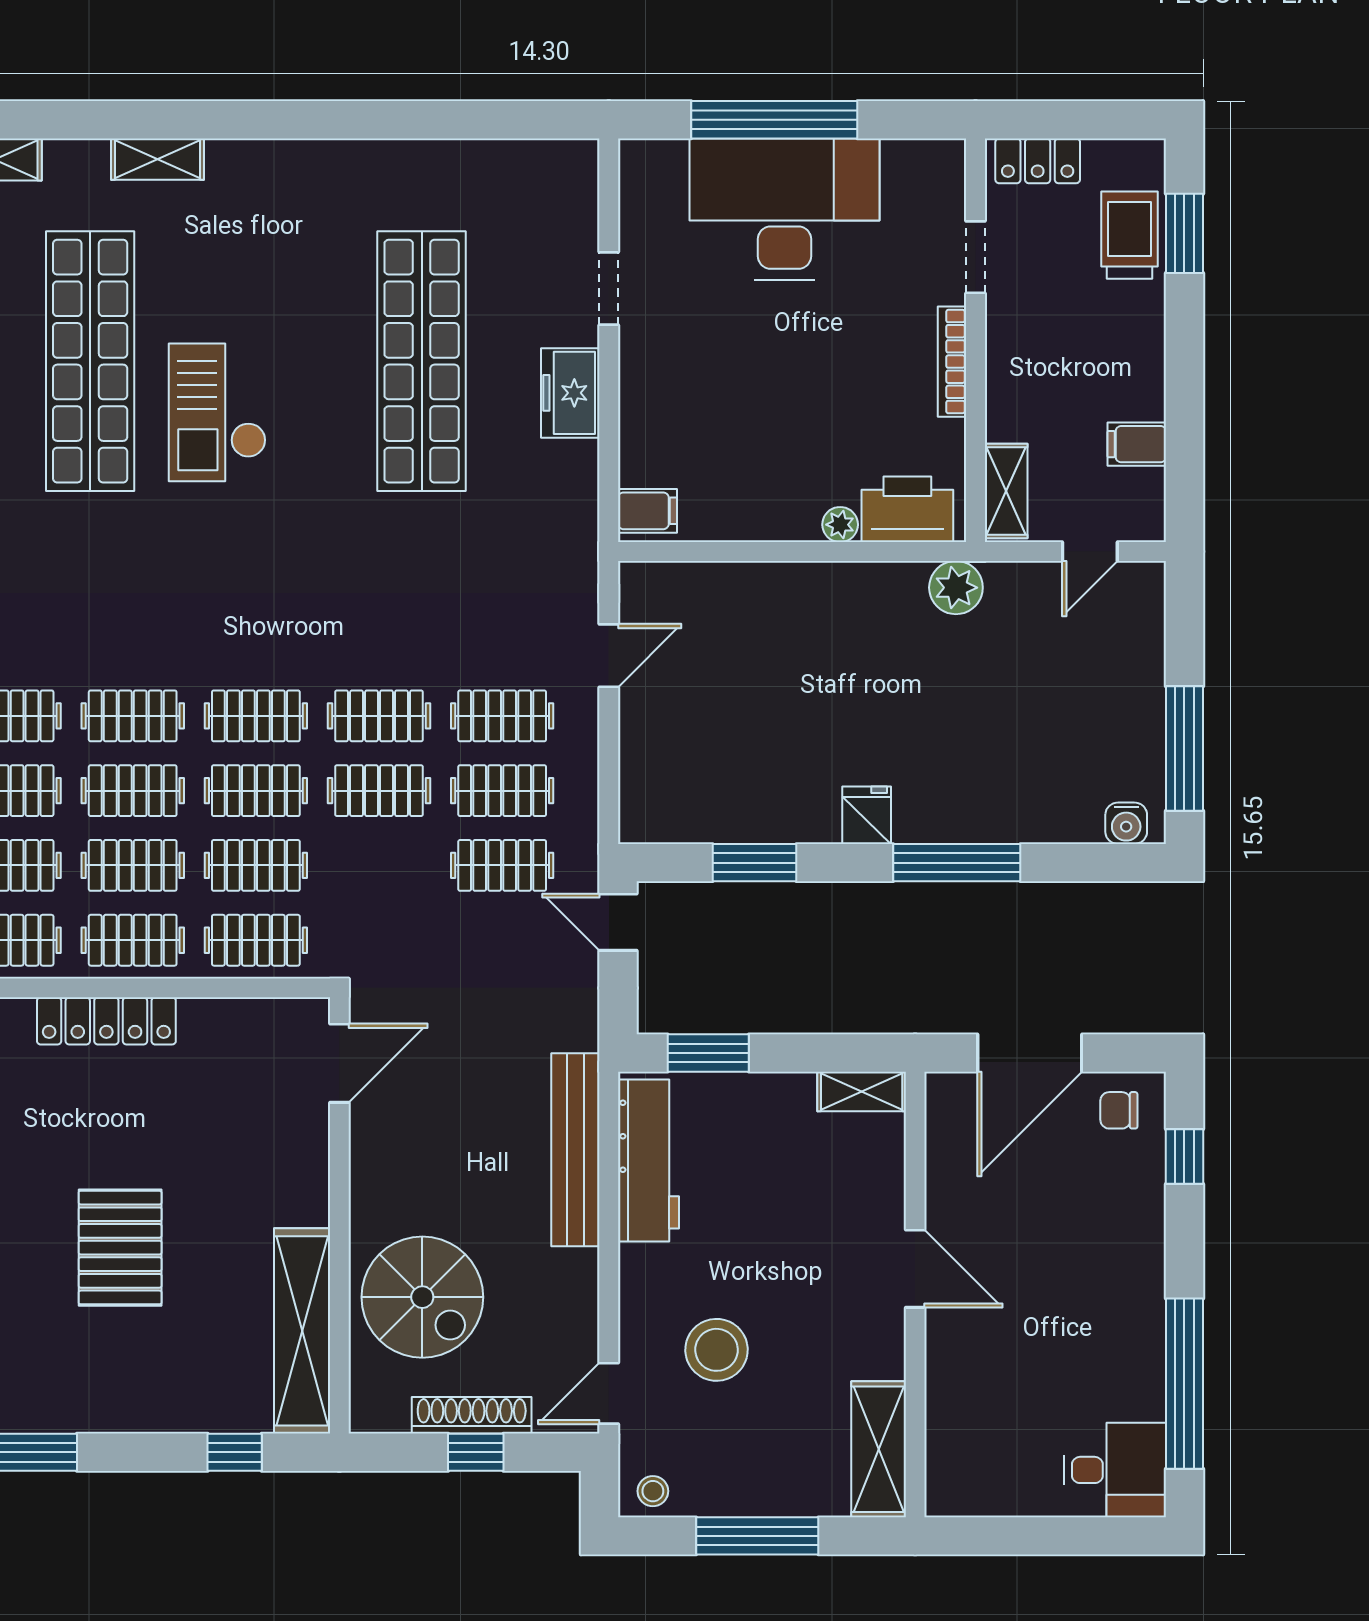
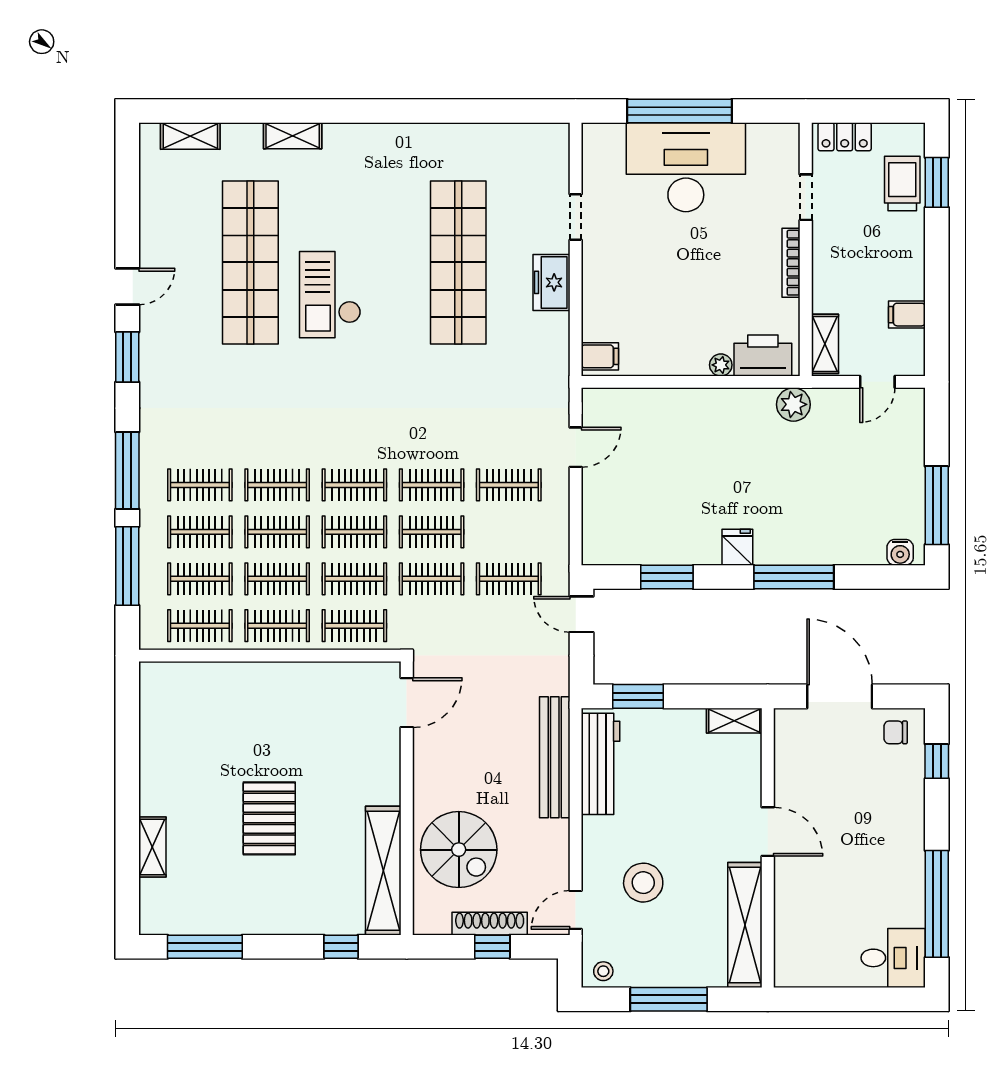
clothes rail: (502, 791) -> (432, 579), moved
locker: (106, 1021) -> (261, 676), removed
door: (1030, 1053) -> (840, 696), swing flipped
shelving: (879, 1449) -> (745, 925), width x1.47

